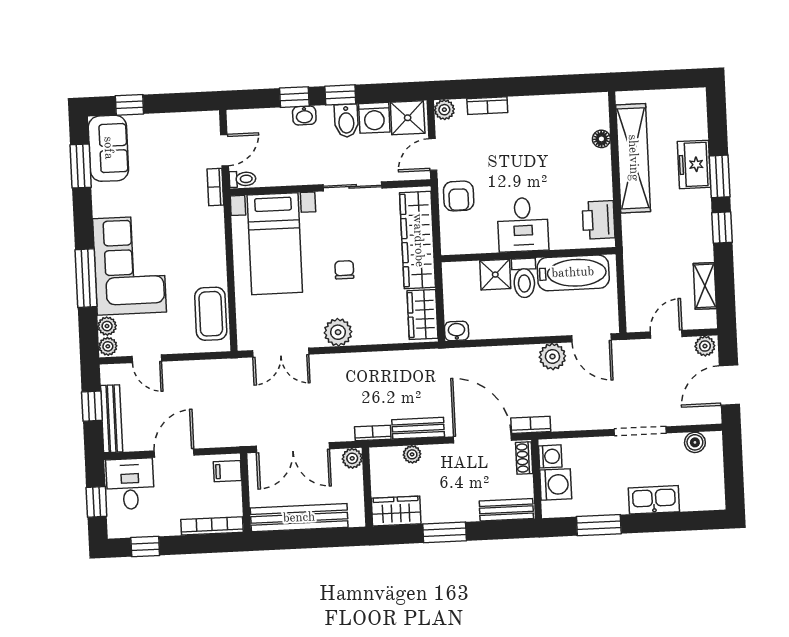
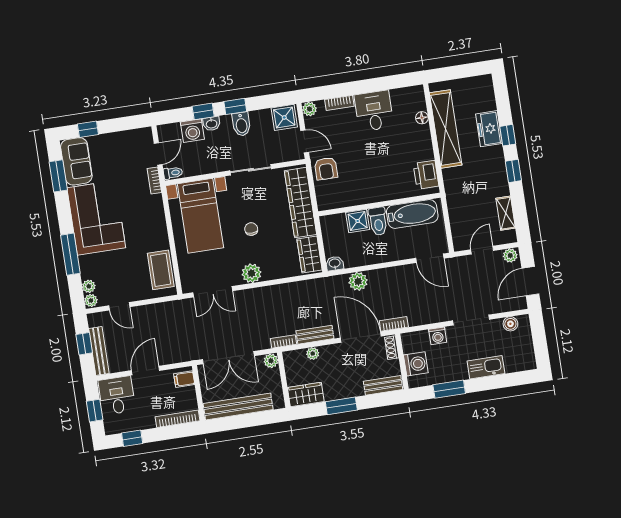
washing machine: (374, 118) -> (192, 131), moved
door: (433, 154) -> (305, 141), swing flipped
window: (720, 176) -> (508, 135), width x0.67
desk: (523, 225) -> (374, 111), moved, turned 180
corner sofa: (129, 265) -> (96, 218), moved
plant: (552, 356) -> (358, 281), moved
washing machine: (550, 456) -> (438, 336), moved, turned 90

